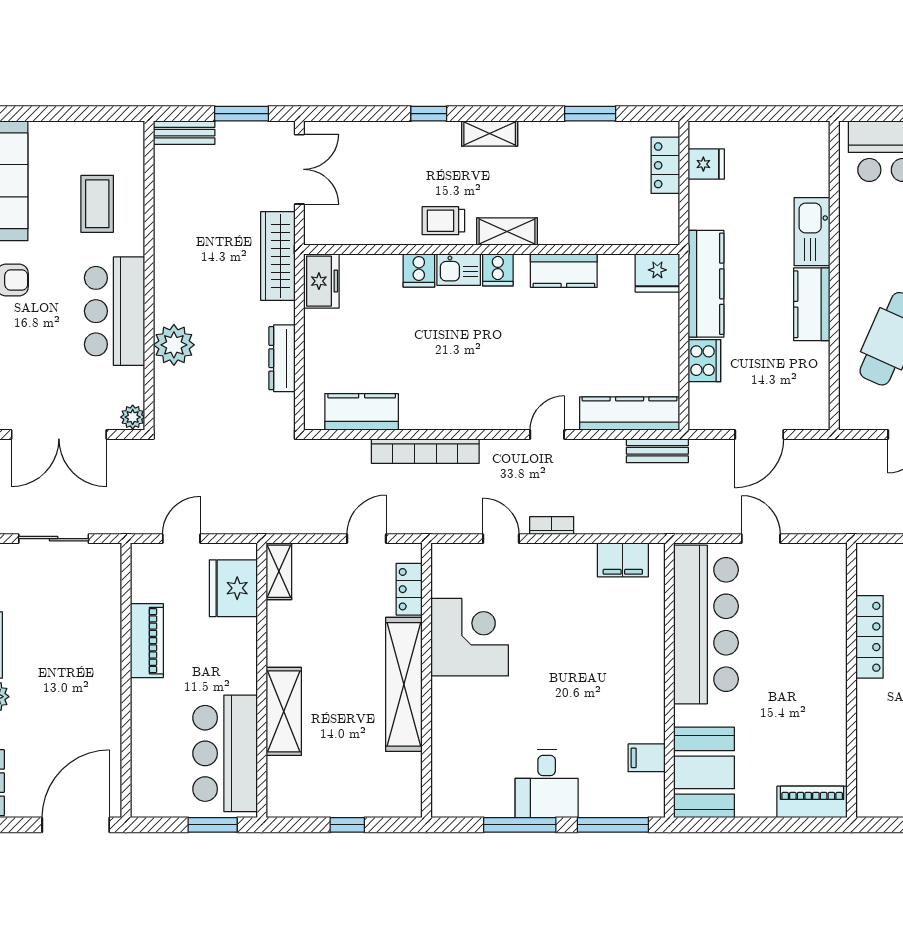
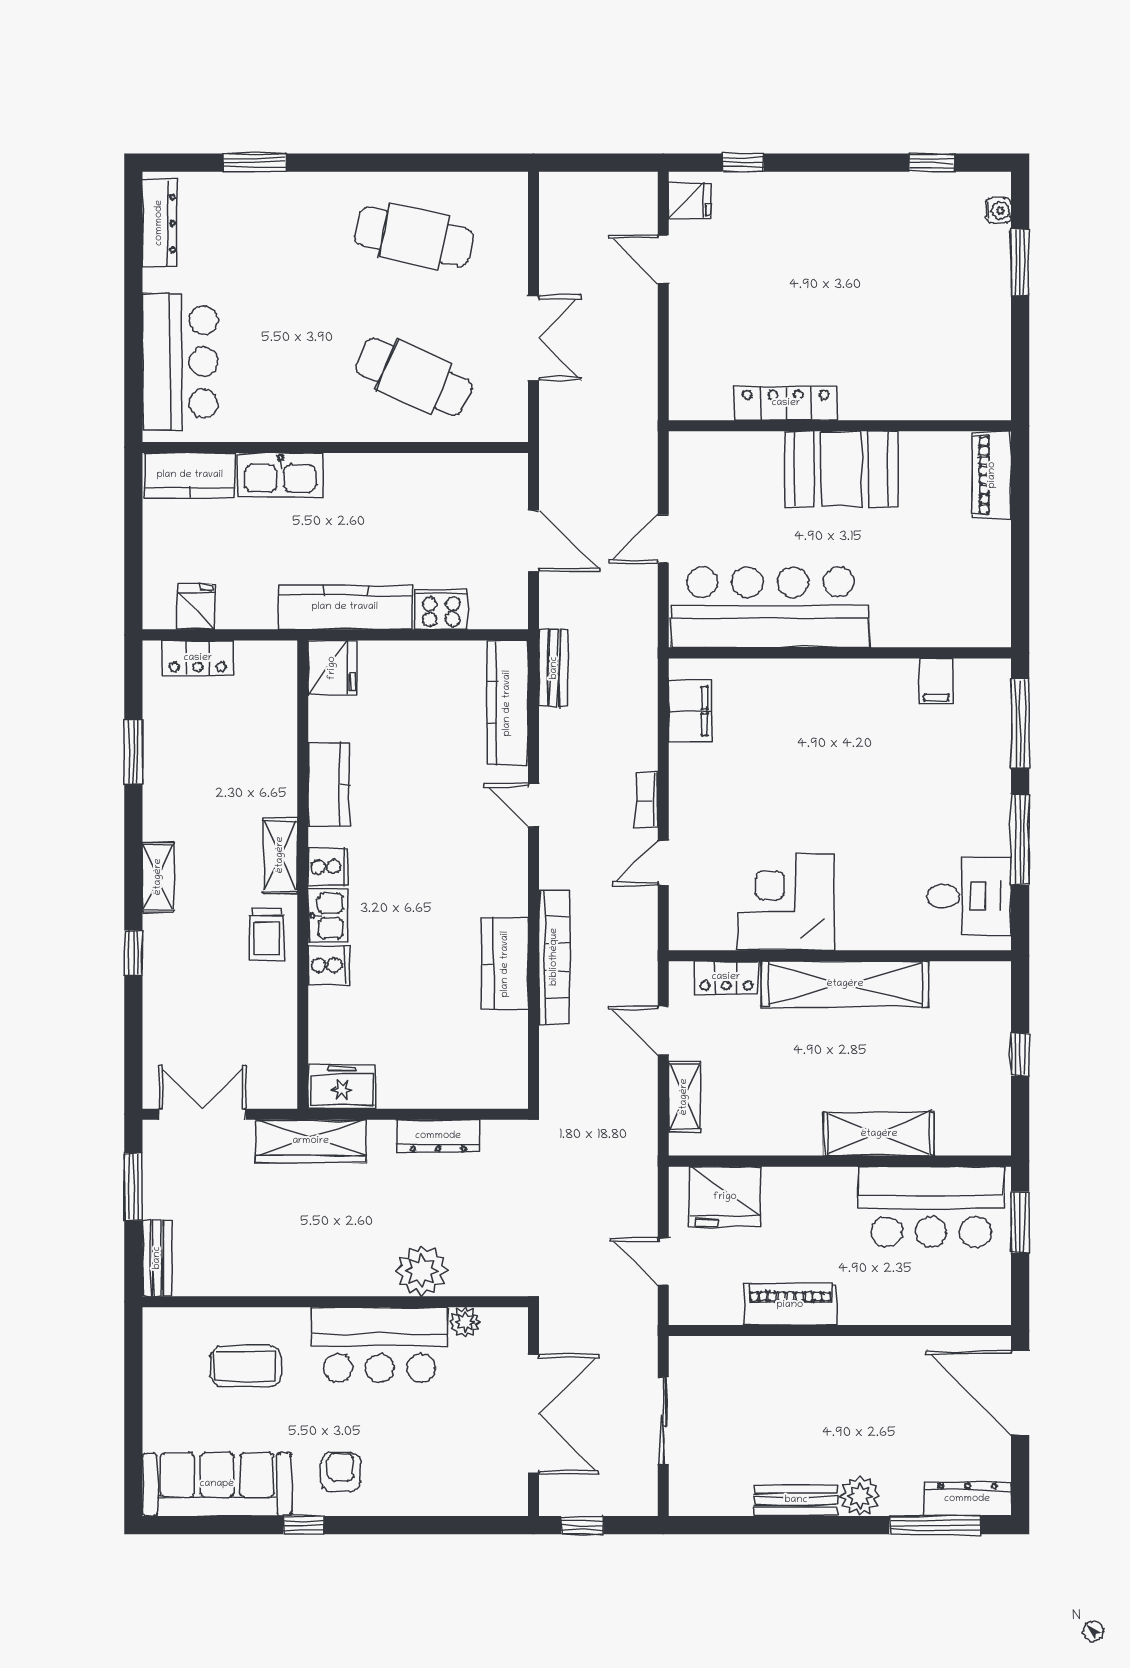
kitchen counter: (812, 304) -> (190, 475), moved
kitchen counter: (362, 412) -> (505, 964), moved
plant: (133, 417) -> (465, 1322), moved
shelving: (279, 571) -> (684, 1097), moved, turned 90
booth: (704, 772) -> (841, 469), moved
desk: (547, 784) -> (969, 896), moved

